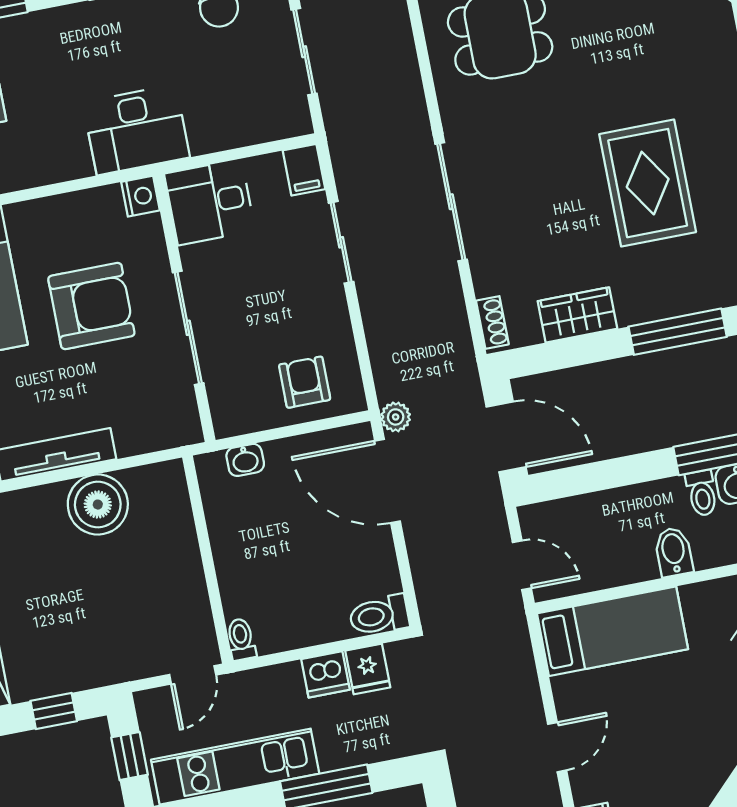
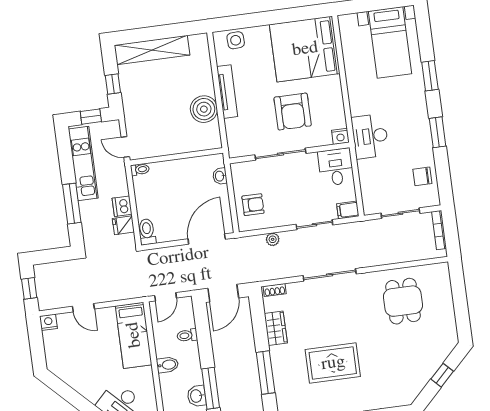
plant: (396, 417) -> (273, 239), moved
toilet: (702, 493) -> (187, 335), moved

